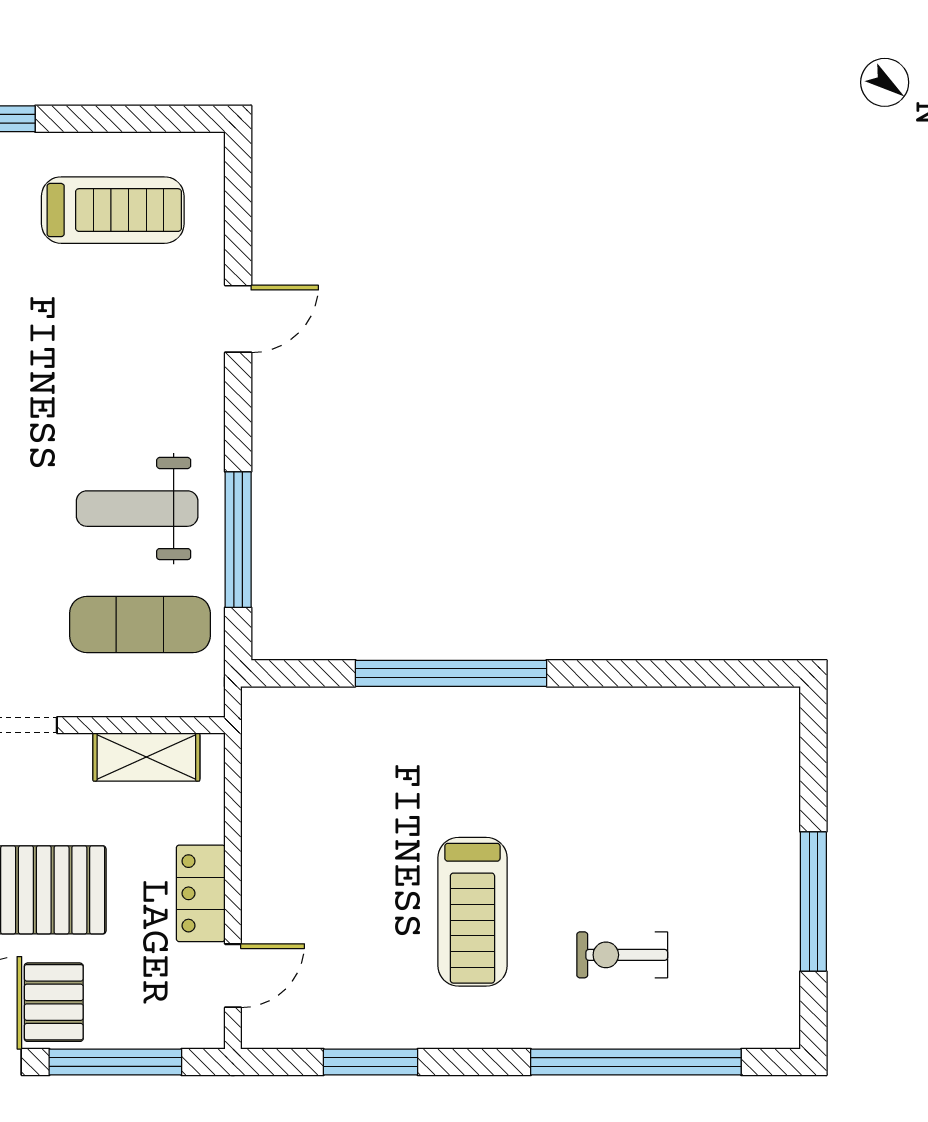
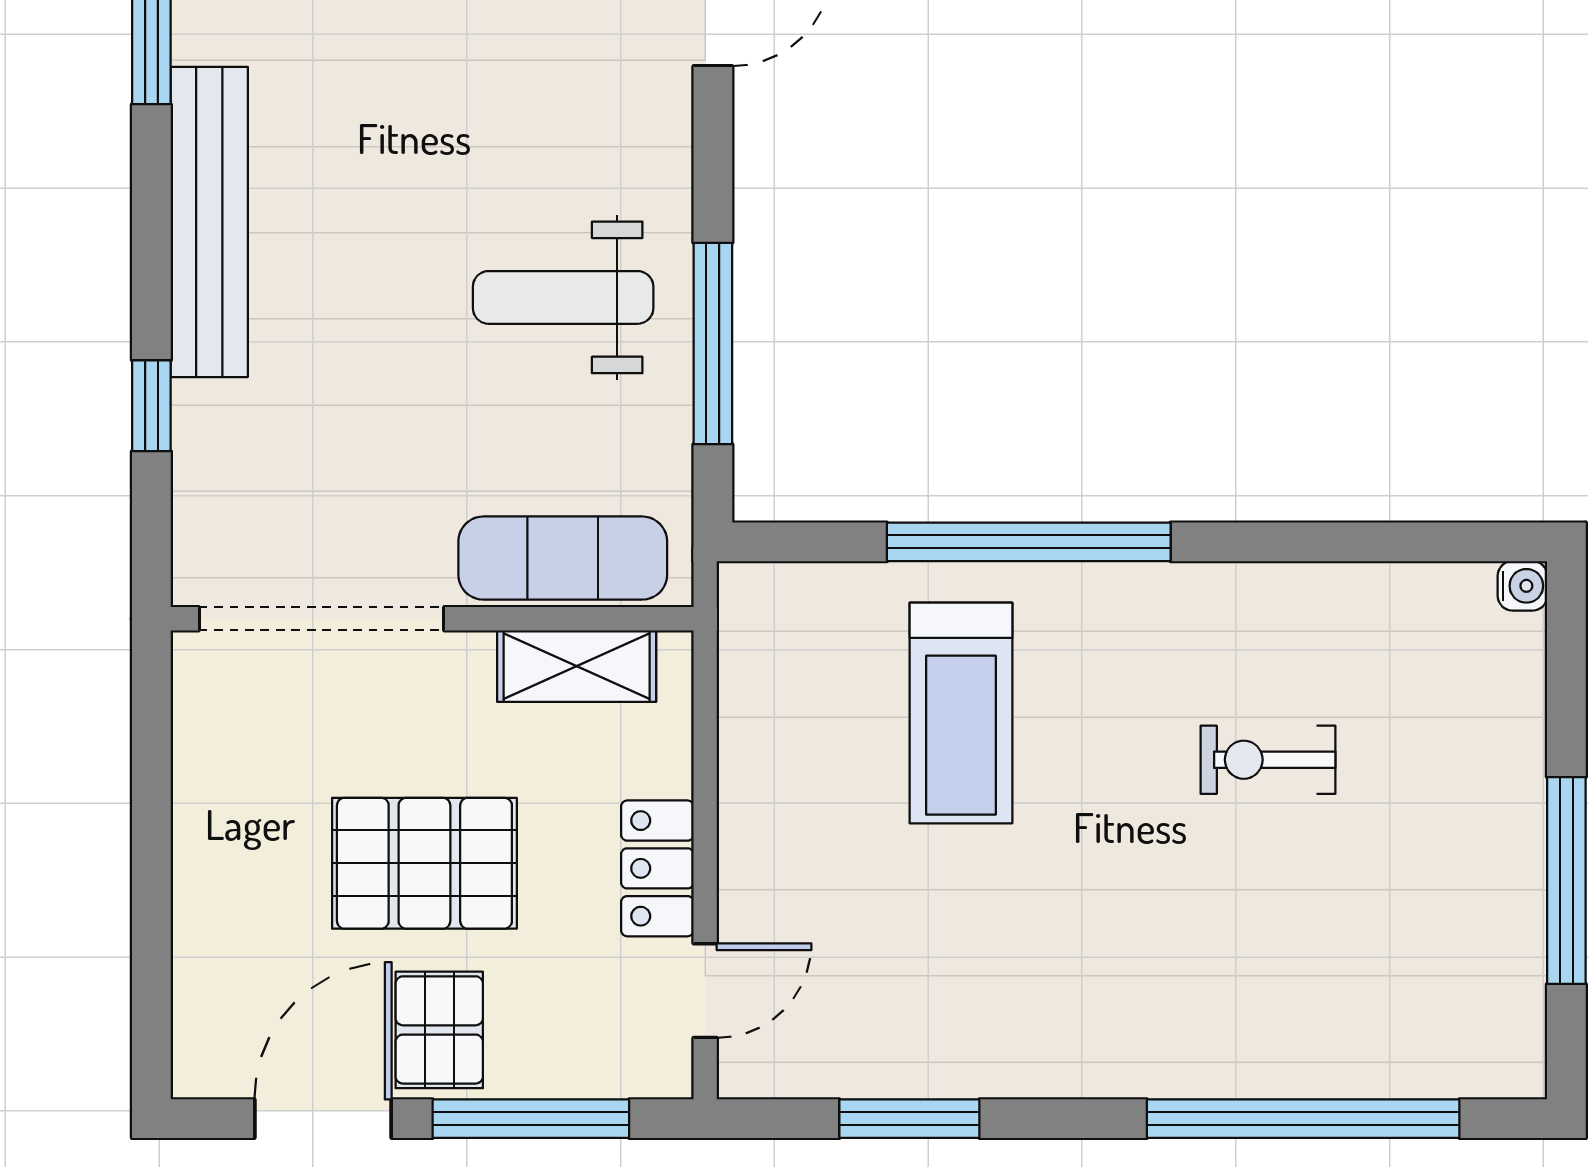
exercise mat: (140, 625) -> (563, 558), moved
water cooler: (784, 703) -> (1522, 586), added
treadmill: (472, 912) -> (961, 713), moved
exercise bike: (622, 955) -> (1268, 760), moved

